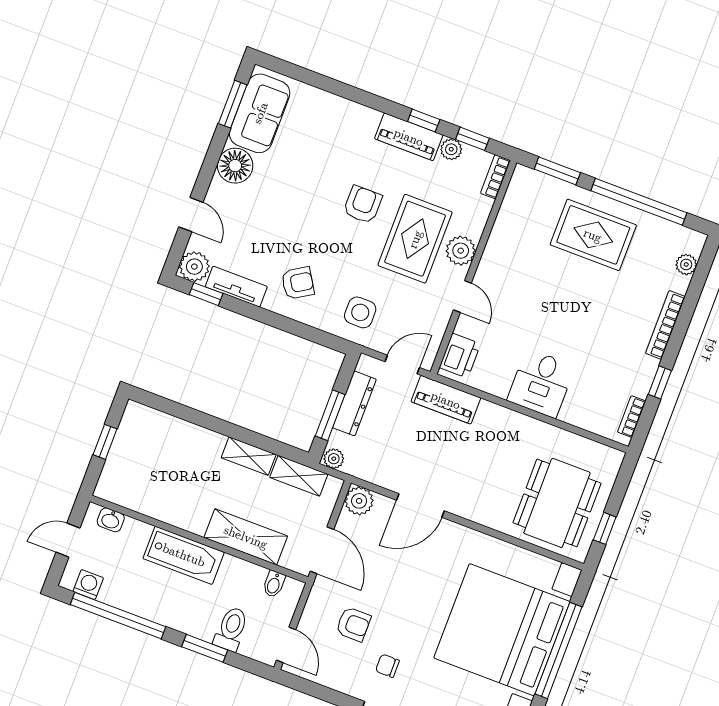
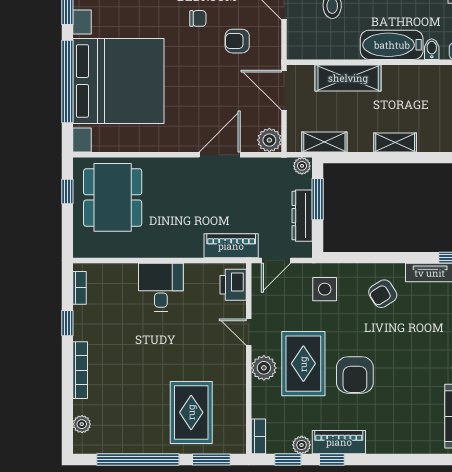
armchair: (363, 205) -> (355, 375), width x1.38, depth x1.38
rug: (593, 235) -> (191, 412), moved, turned 90
shelving: (249, 456) -> (395, 143), moved
bidet: (274, 584) -> (432, 49), moved

